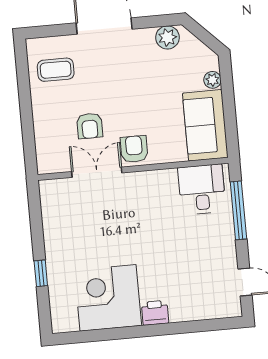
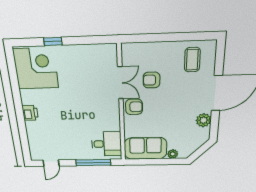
plant: (167, 37) -> (204, 120), moved
corner desk: (108, 298) -> (36, 69), moved

